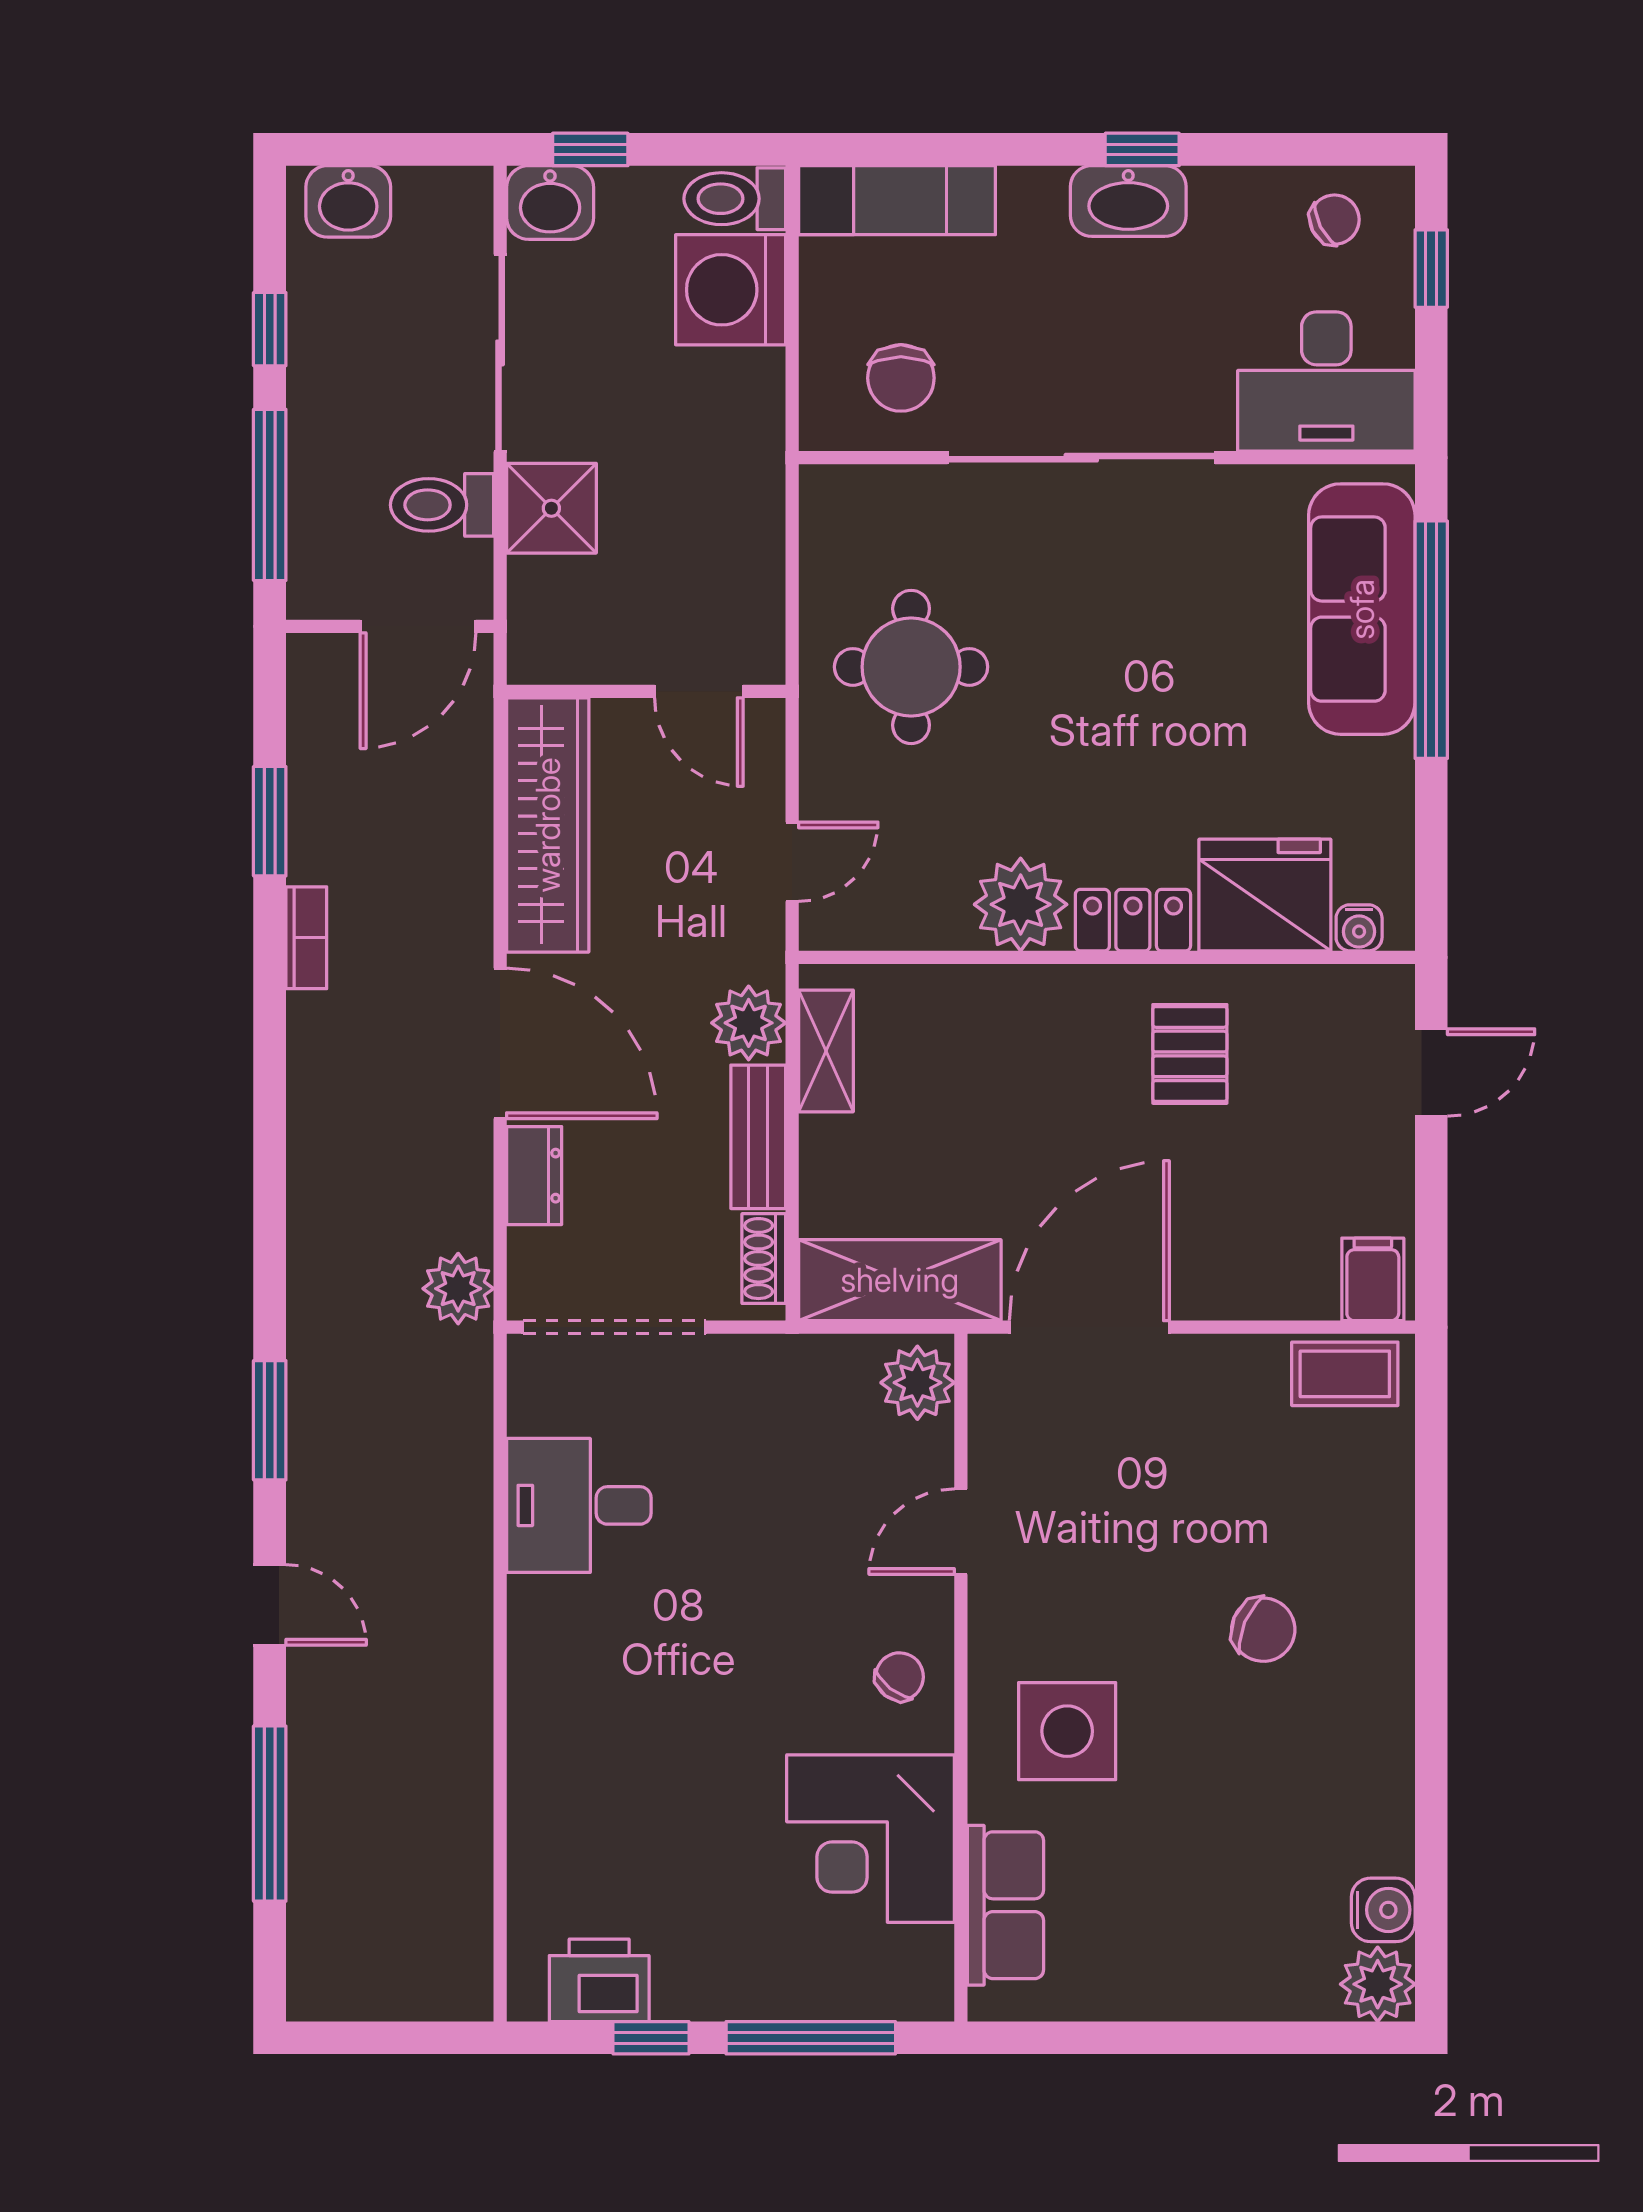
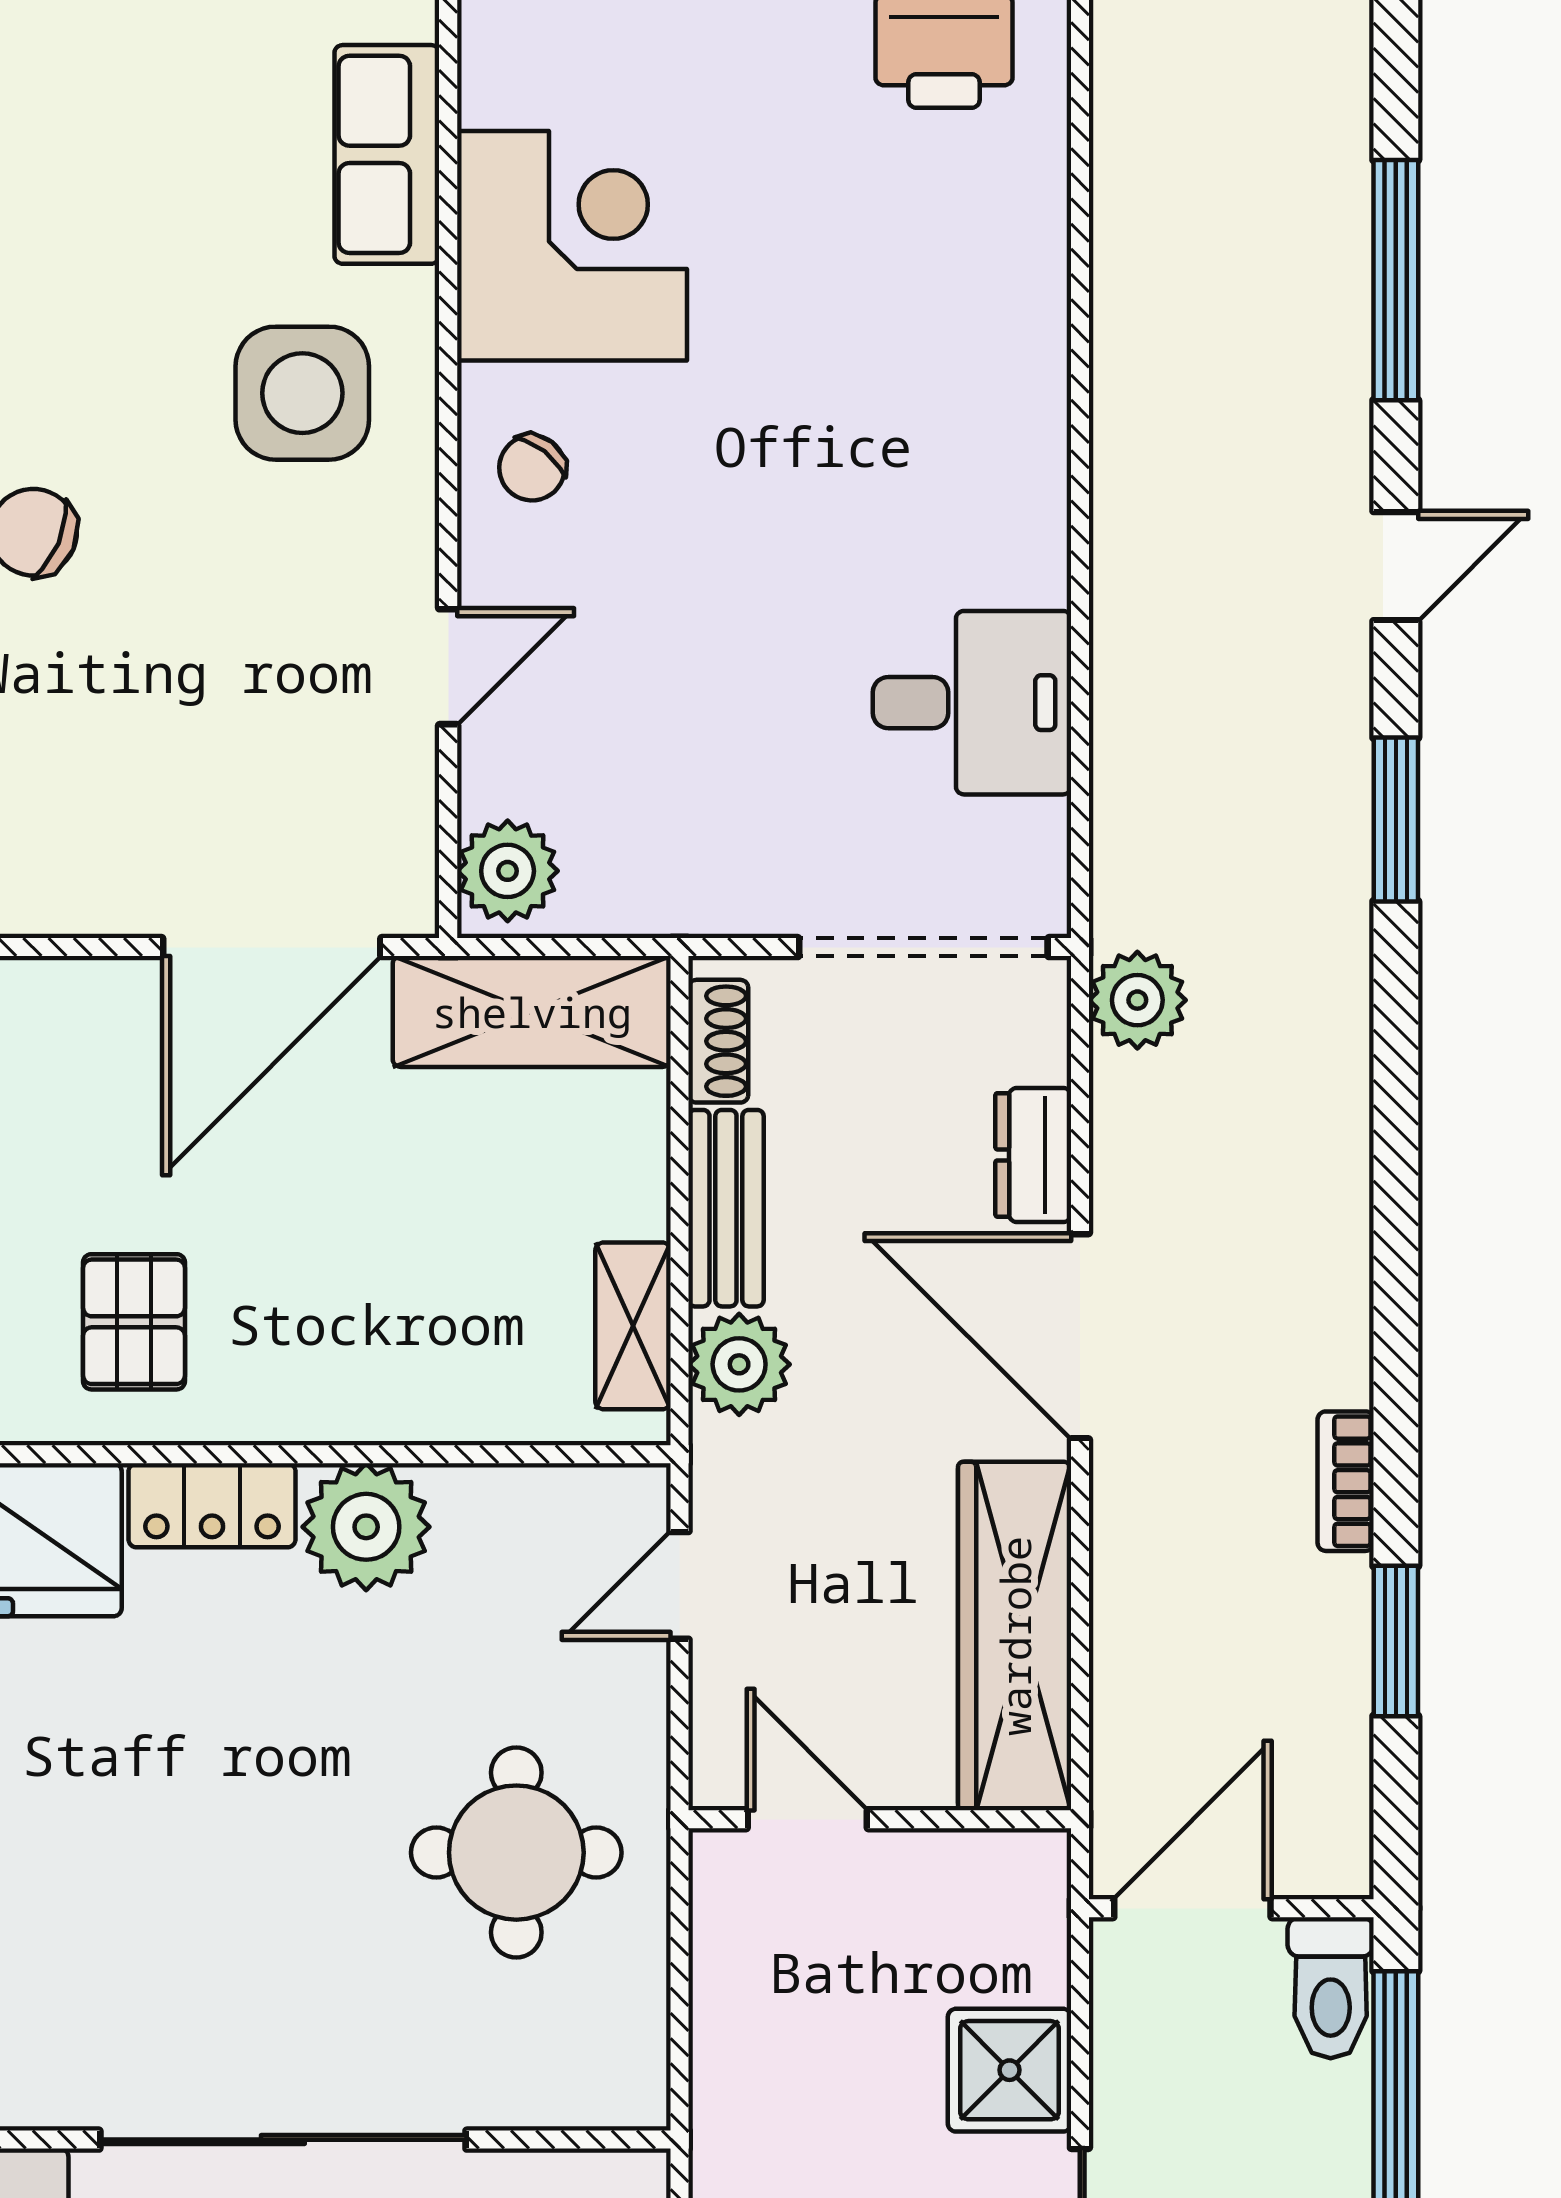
toilet: (442, 505) -> (1331, 1988), moved, turned 90
door: (270, 1605) -> (1396, 566), swing flipped

